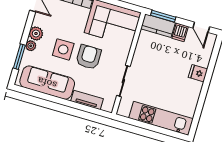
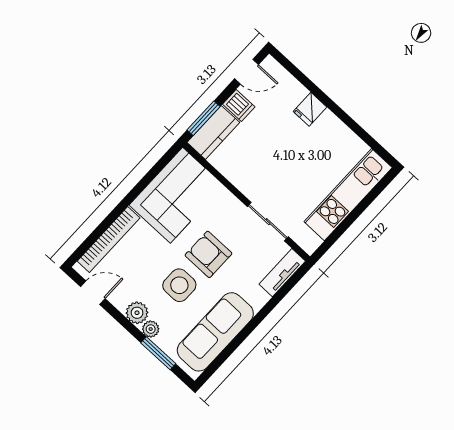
tv unit: (87, 100) -> (282, 273), moved

